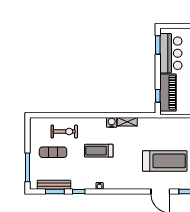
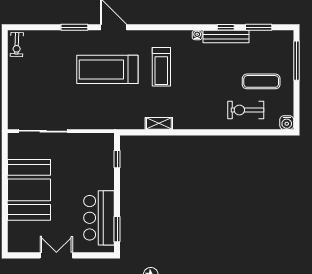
piano: (168, 93) -> (103, 164), removed
water cooler: (112, 122) -> (287, 123), moved
treadmill: (99, 151) -> (161, 67), moved, turned 90
bench: (54, 185) -> (226, 37), moved

